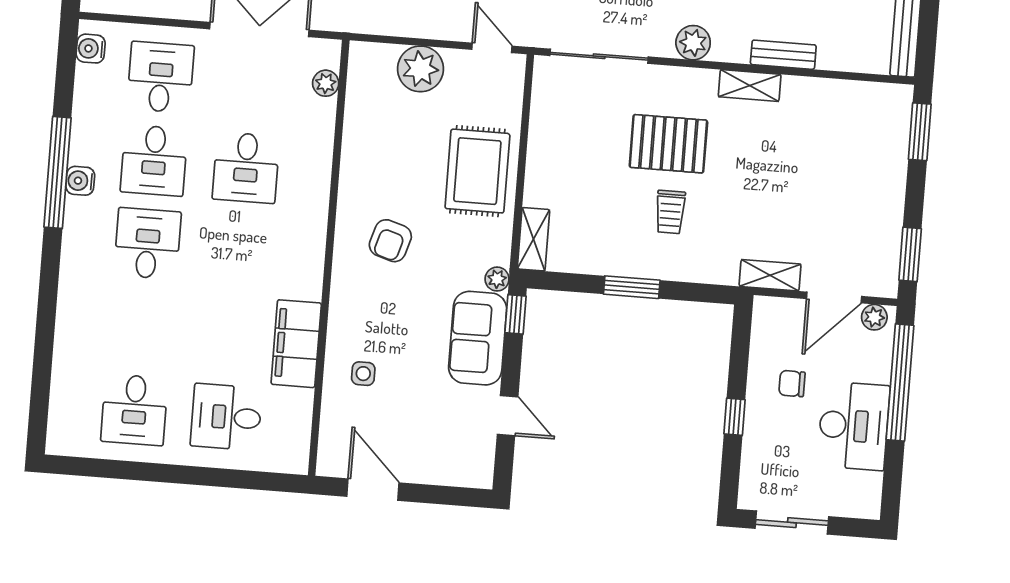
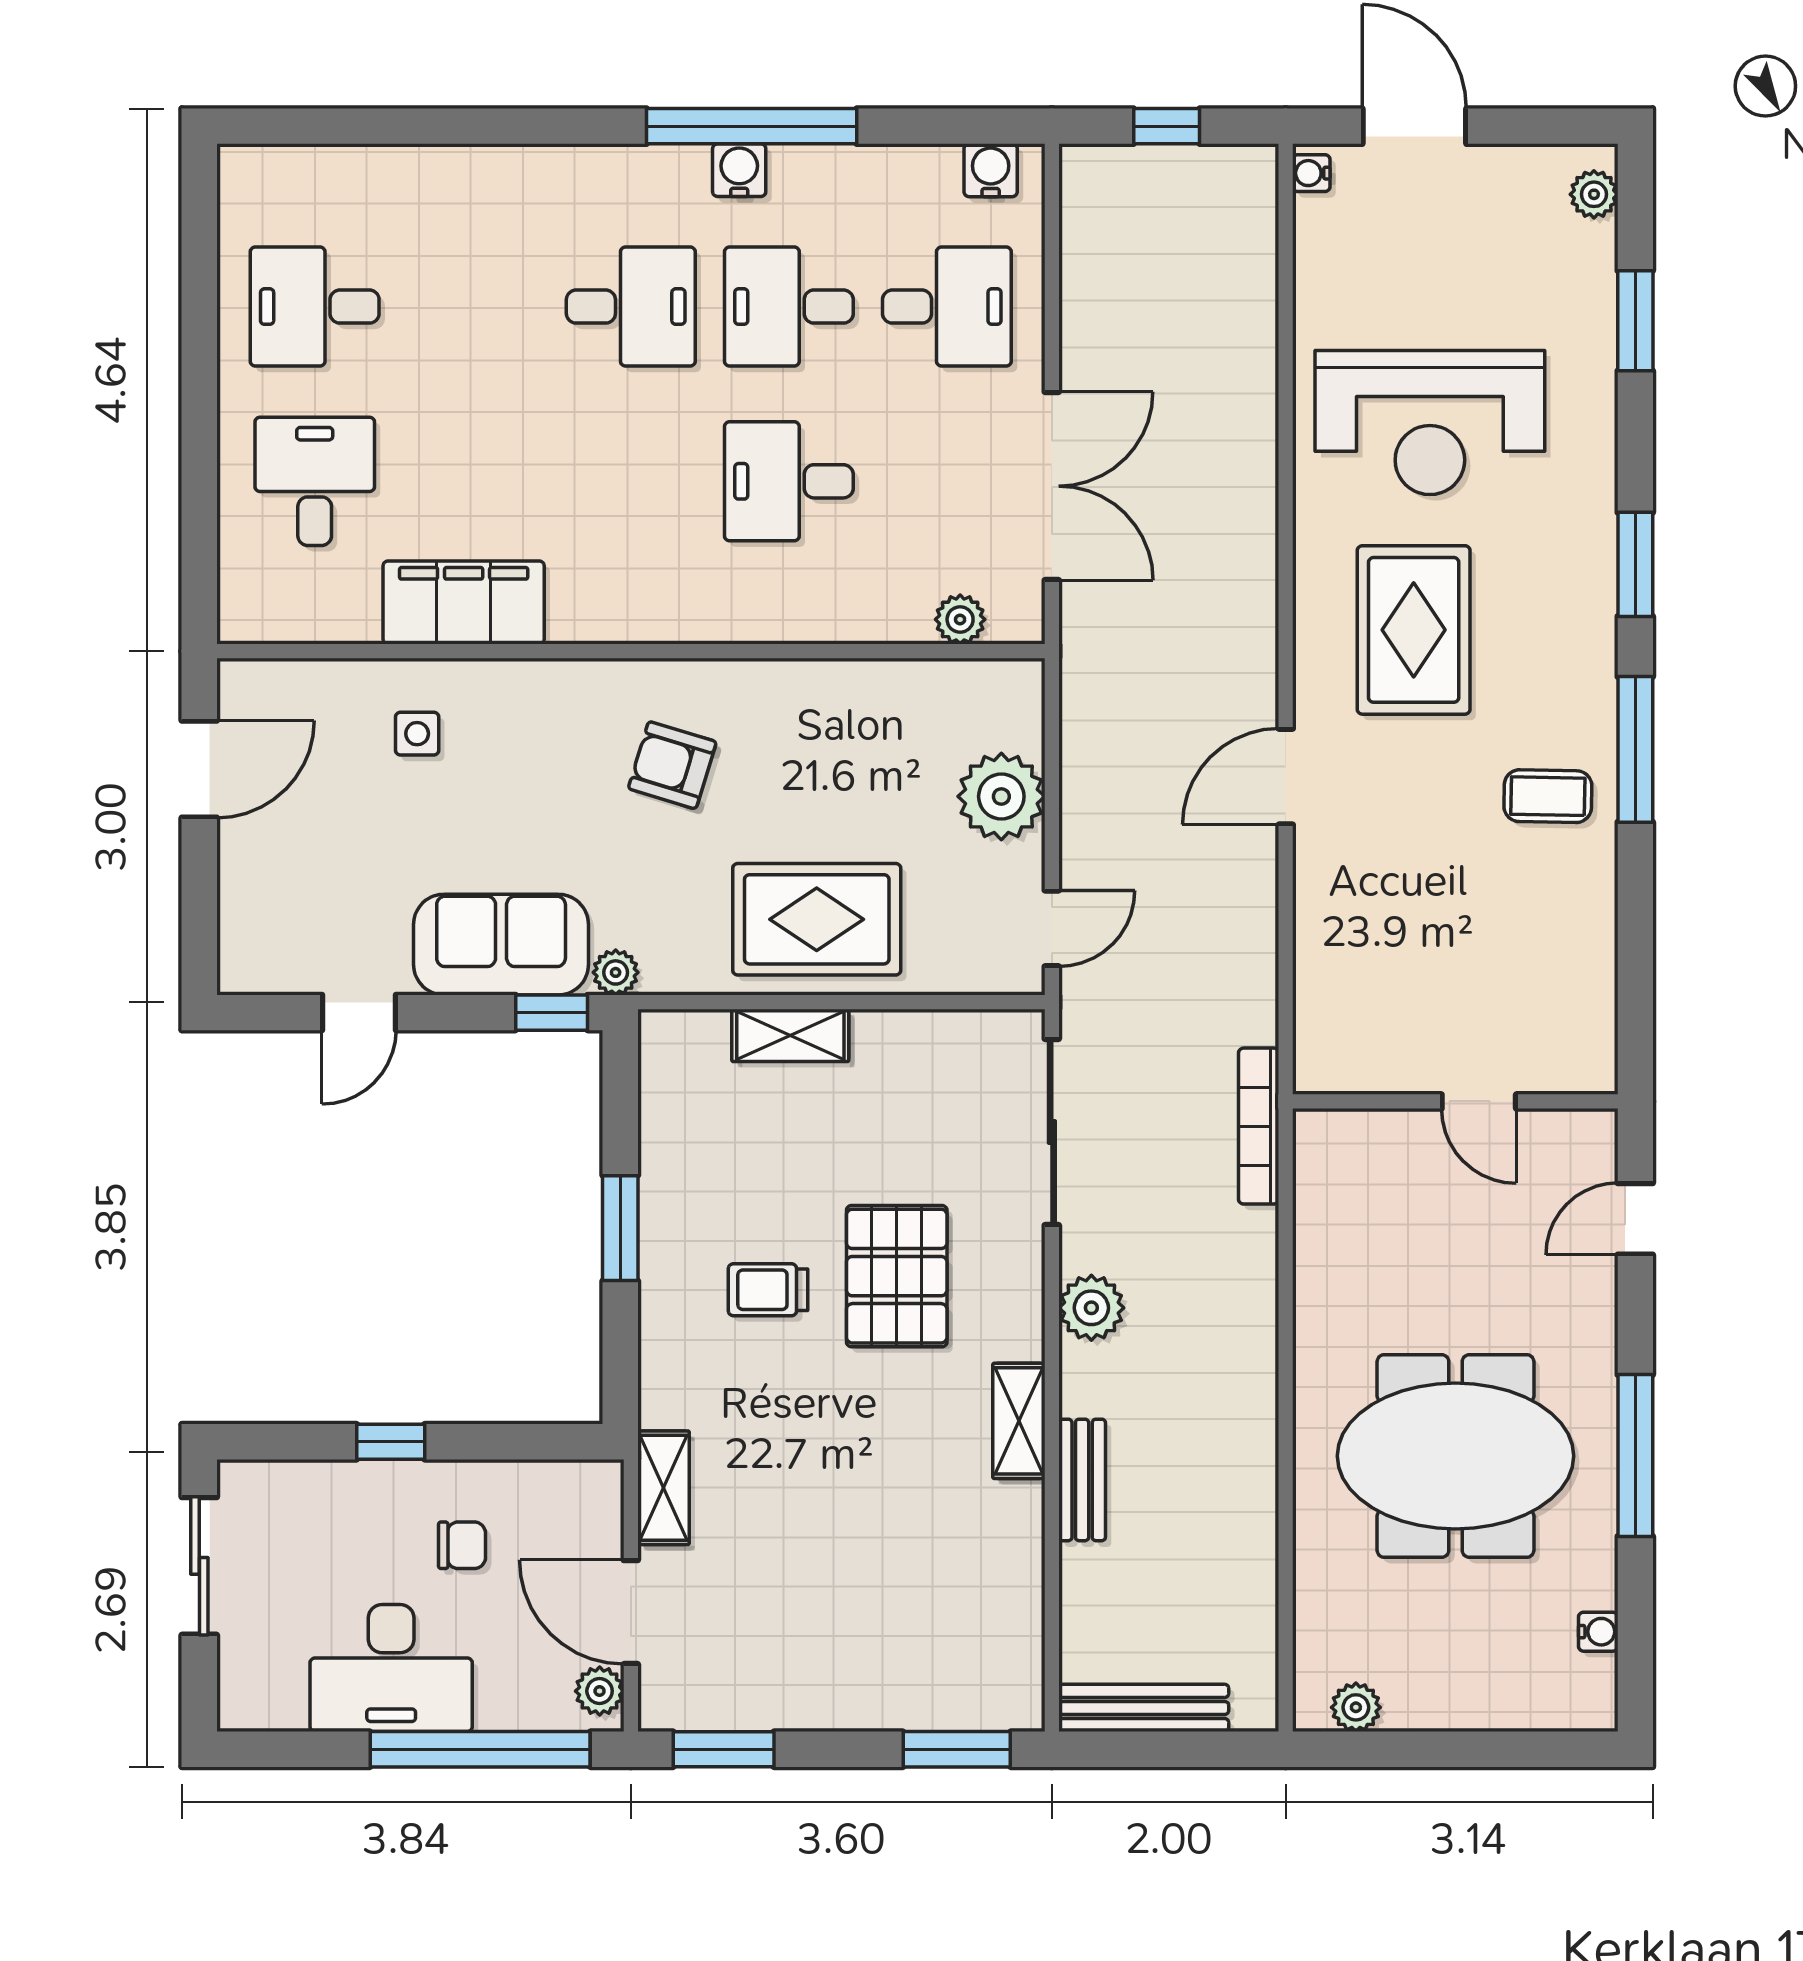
shelving: (533, 239) -> (790, 1035), moved
chair: (792, 384) -> (462, 1545), turned 90

